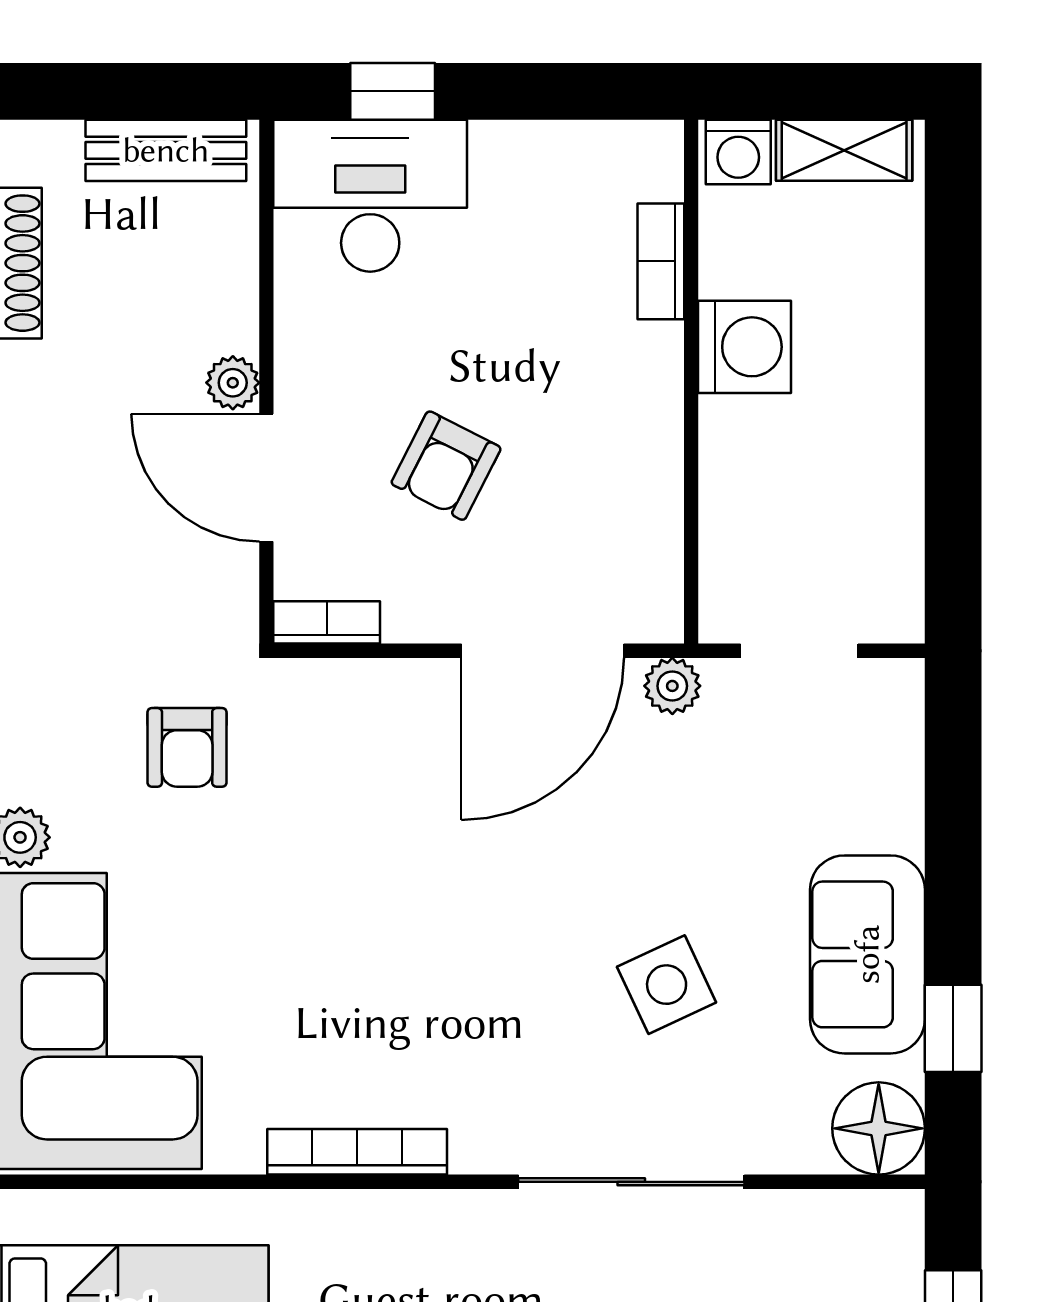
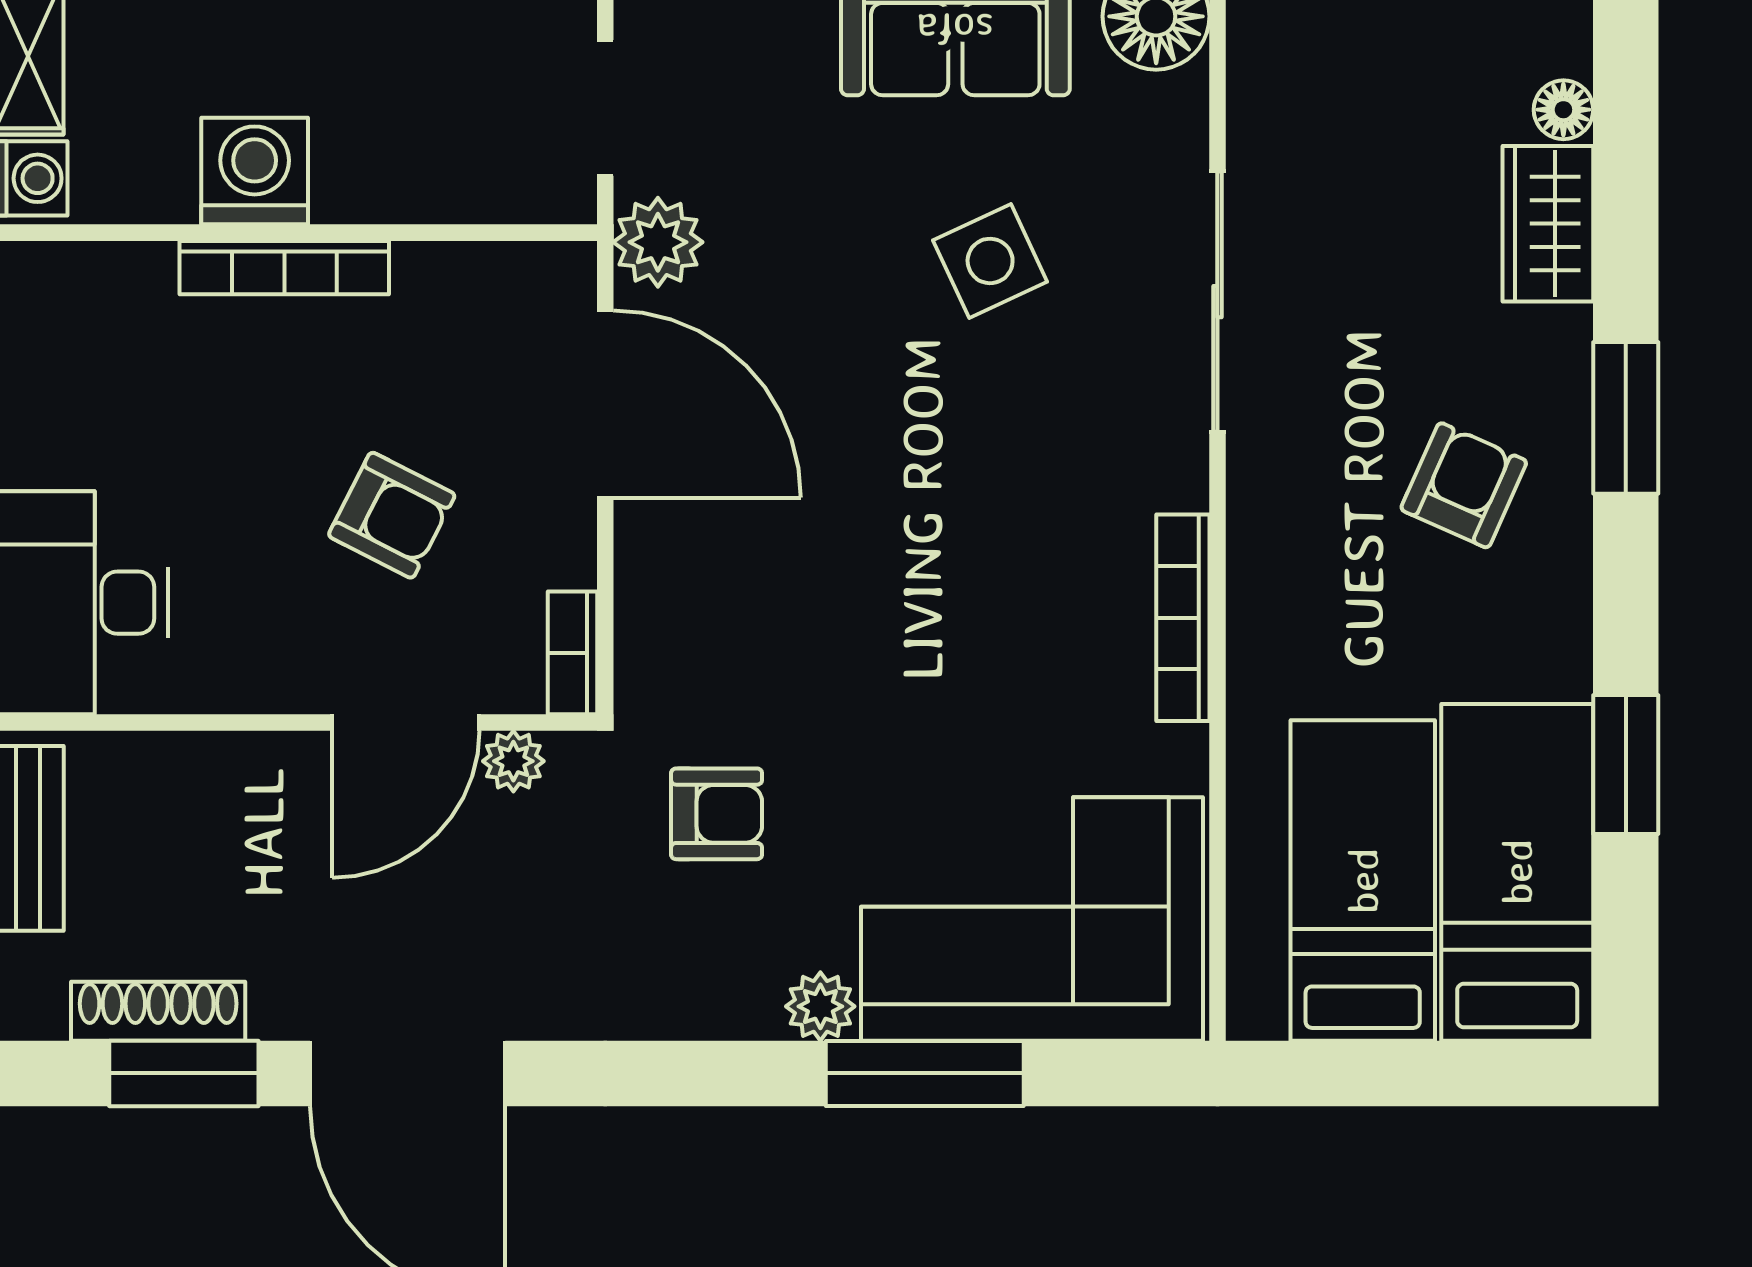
bookcase: (661, 261) -> (284, 268), moved, width x1.56
plant: (233, 383) -> (513, 761), moved
plant: (672, 686) -> (658, 242), width x1.38, depth x1.38

